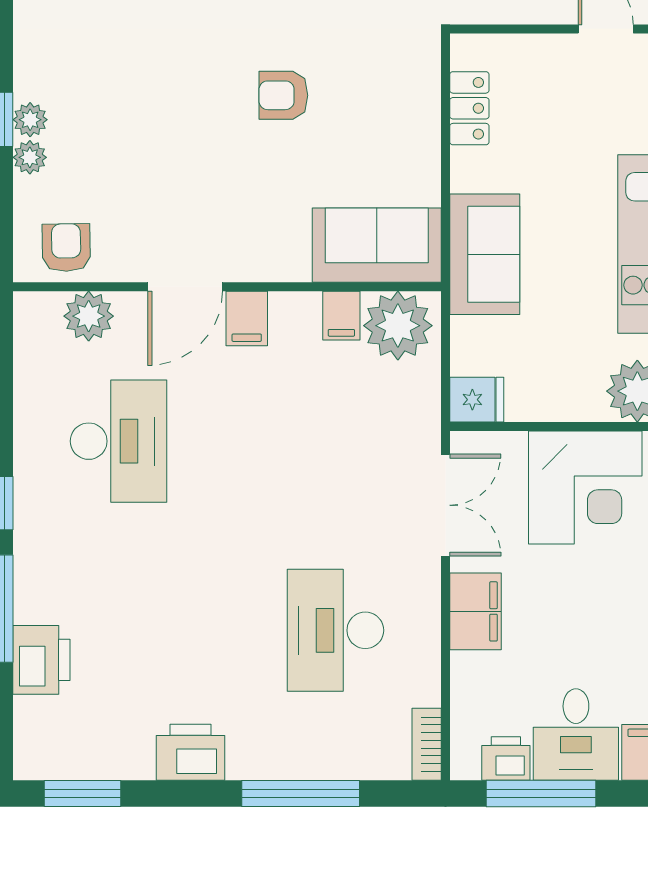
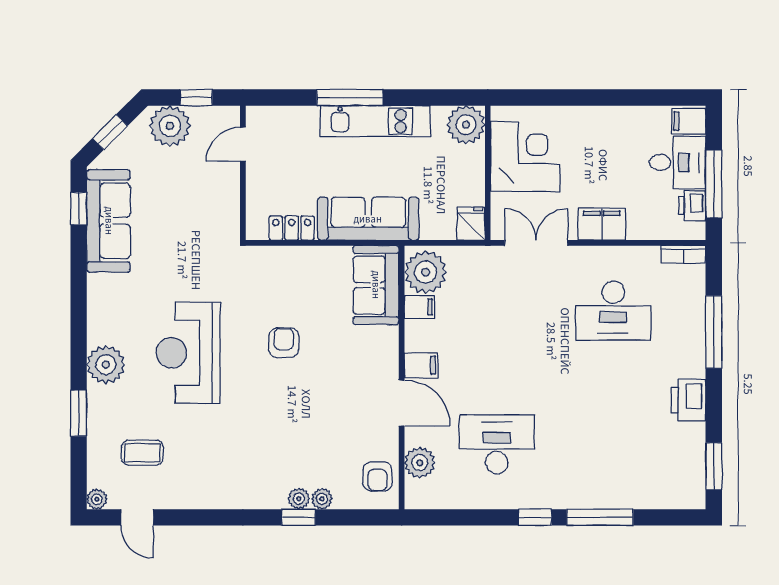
armchair: (283, 95) -> (284, 343), turned 180
armchair: (66, 248) -> (378, 476), turned -89
sofa: (485, 254) -> (368, 219), width x1.36
printer: (41, 660) -> (632, 492), removed

